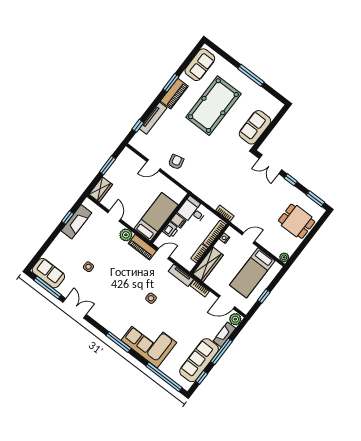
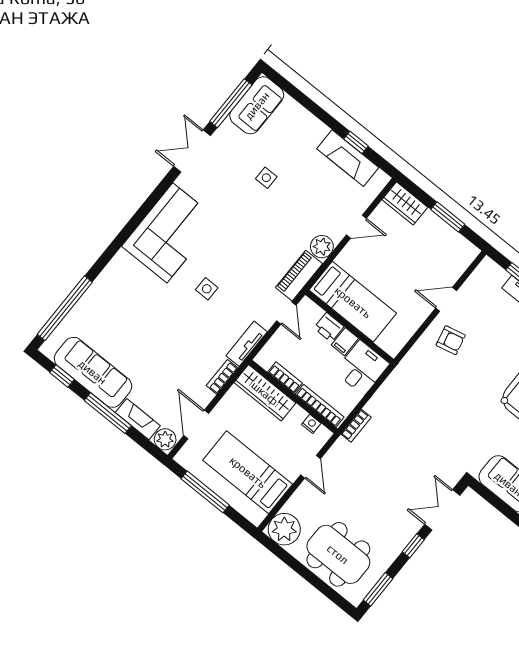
door: (153, 165) -> (446, 299), hinge flipped
dining table: (297, 221) -> (338, 554), width x1.38
plant: (284, 257) -> (284, 529), width x1.88, depth x1.88
window: (264, 296) -> (205, 492), width x2.17
double door: (75, 308) -> (192, 151), swing flipped
corner sofa: (149, 341) -> (170, 233), moved
window: (119, 342) -> (129, 228), removed

